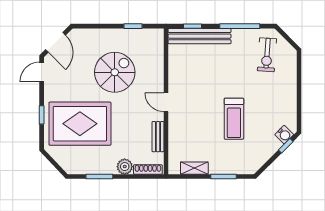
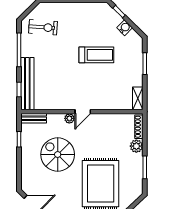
plant: (158, 86) -> (69, 118), added
water cooler: (284, 135) -> (125, 28), moved
bench: (158, 137) -> (34, 118), moved
shelving: (194, 168) -> (138, 98), moved

